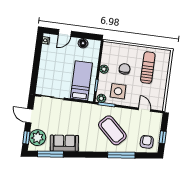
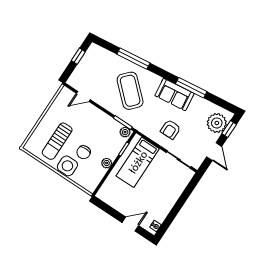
floor lamp: (83, 43) -> (116, 203), removed
side table: (118, 91) -> (67, 166), moved
door: (145, 110) -> (83, 96), hinge flipped
armchair: (147, 142) -> (171, 129), moved
sofa: (64, 143) -> (174, 95), moved
window: (50, 154) -> (191, 88), moved

